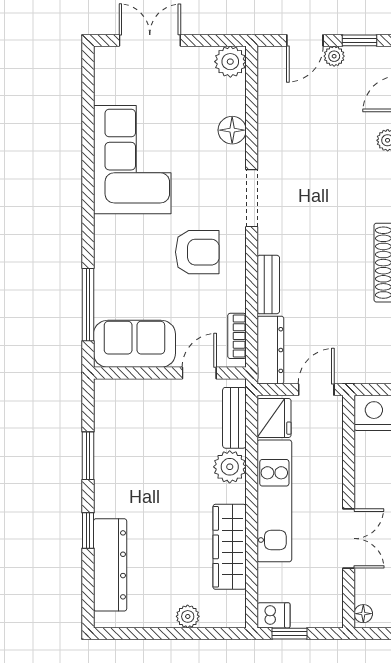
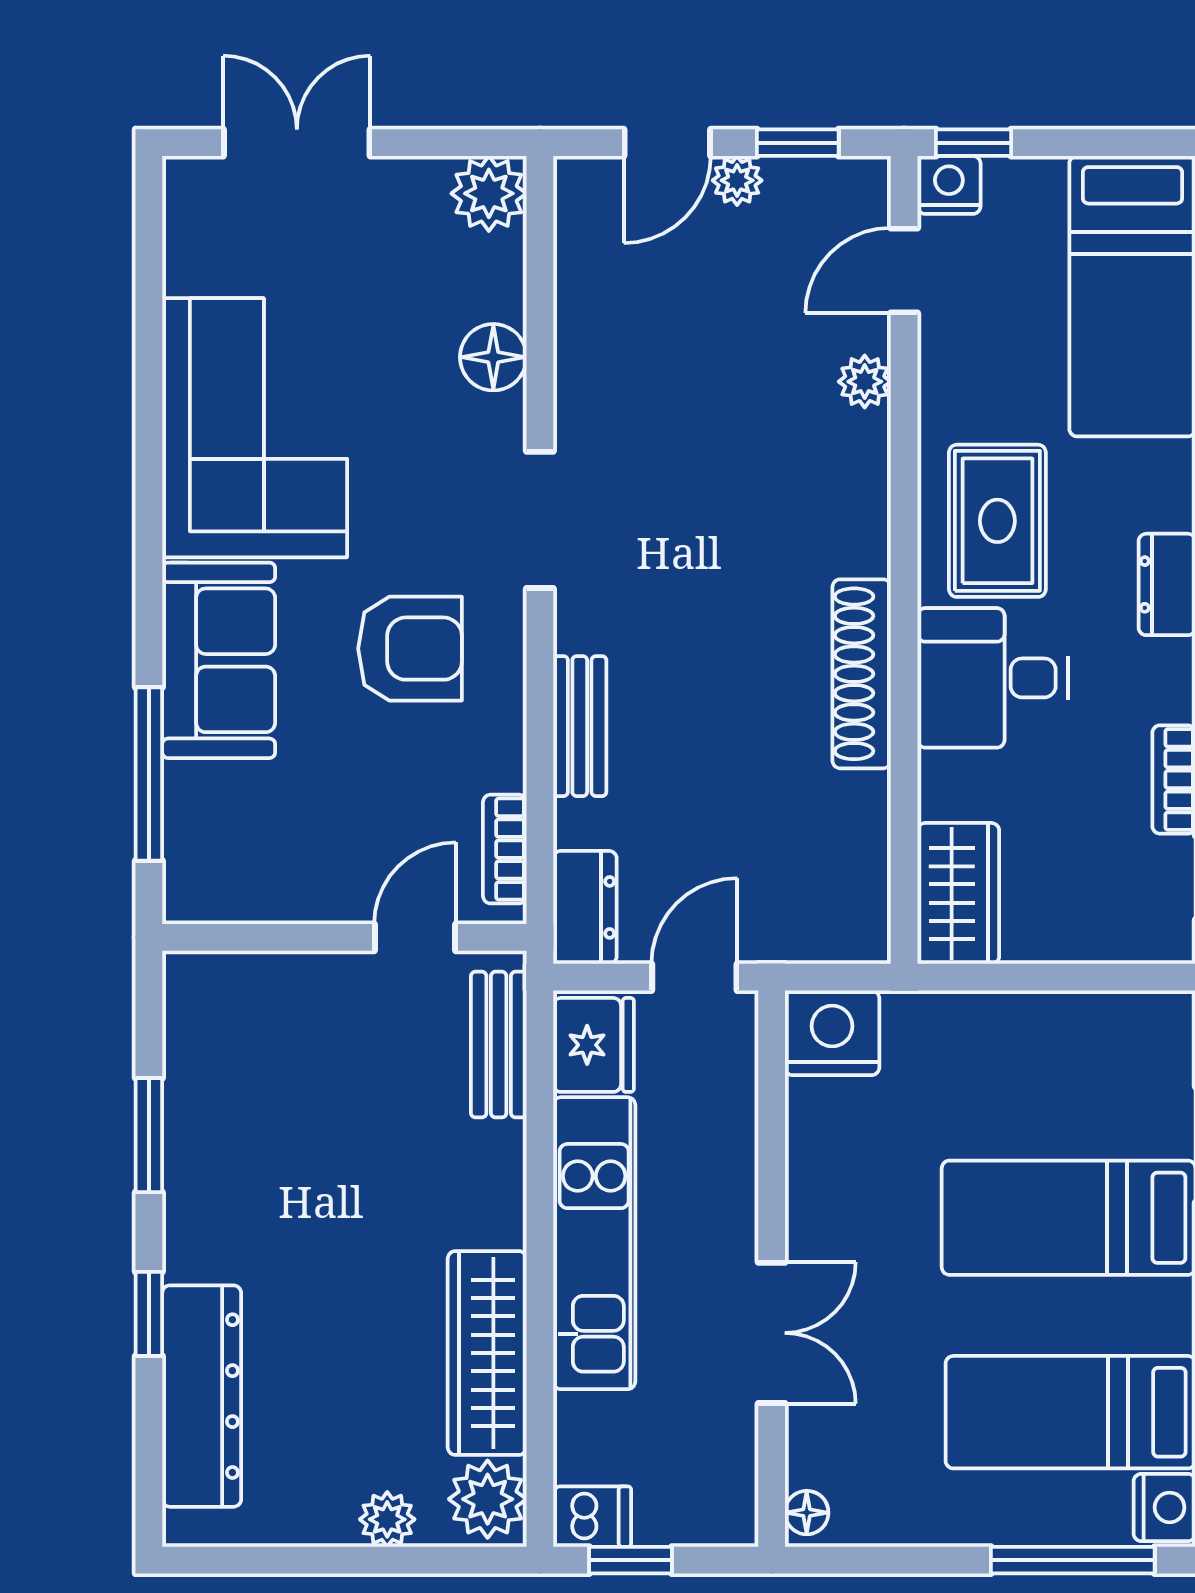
sofa: (134, 344) -> (219, 660), moved, turned 90
dresser: (270, 350) -> (585, 907), width x0.70
plant: (230, 467) -> (488, 1499), moved

